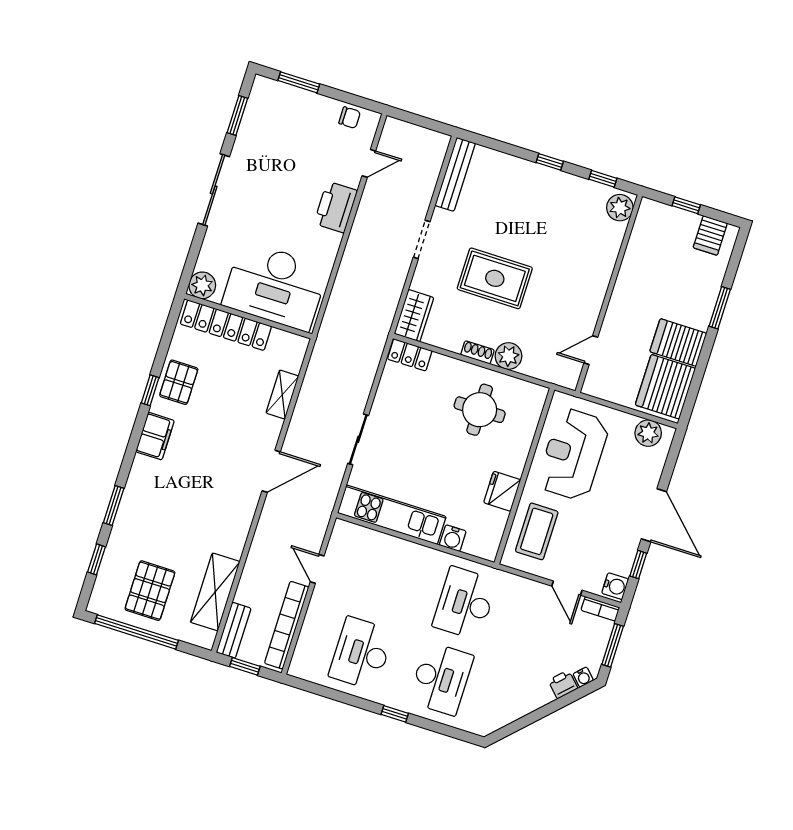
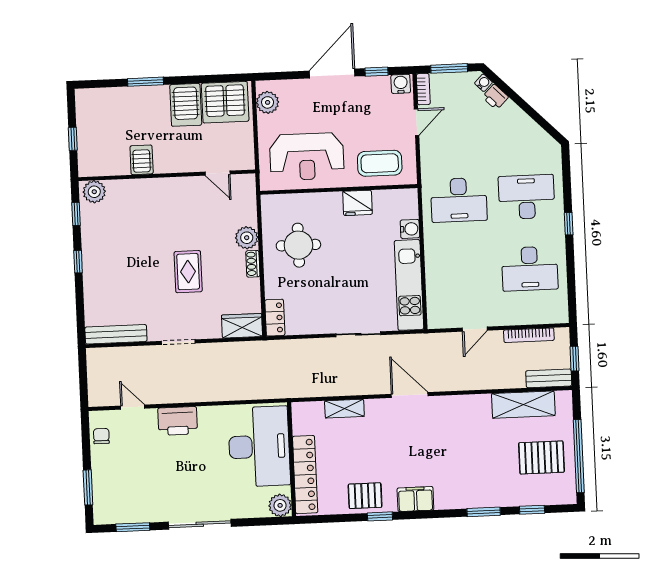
server rack: (710, 235) -> (142, 160), moved, turned -90
rug: (495, 278) -> (188, 272), width x0.73, depth x0.70
bookcase: (287, 625) -> (529, 335), width x0.68, depth x0.76

